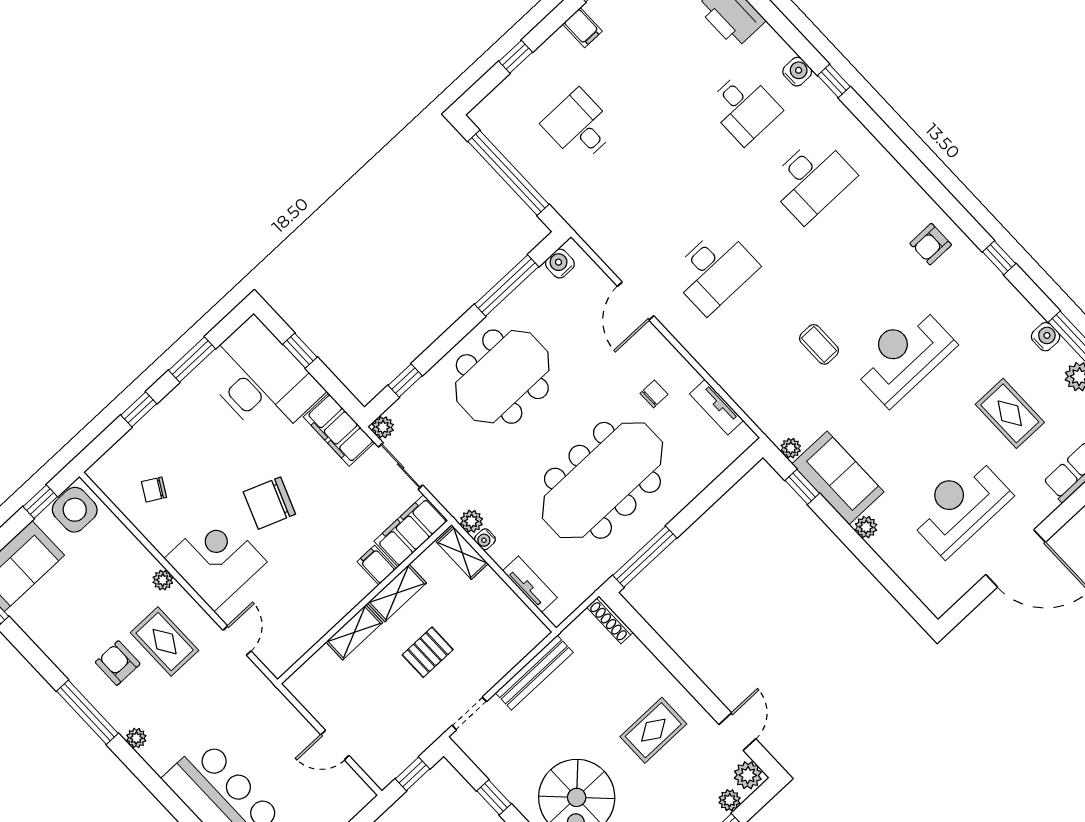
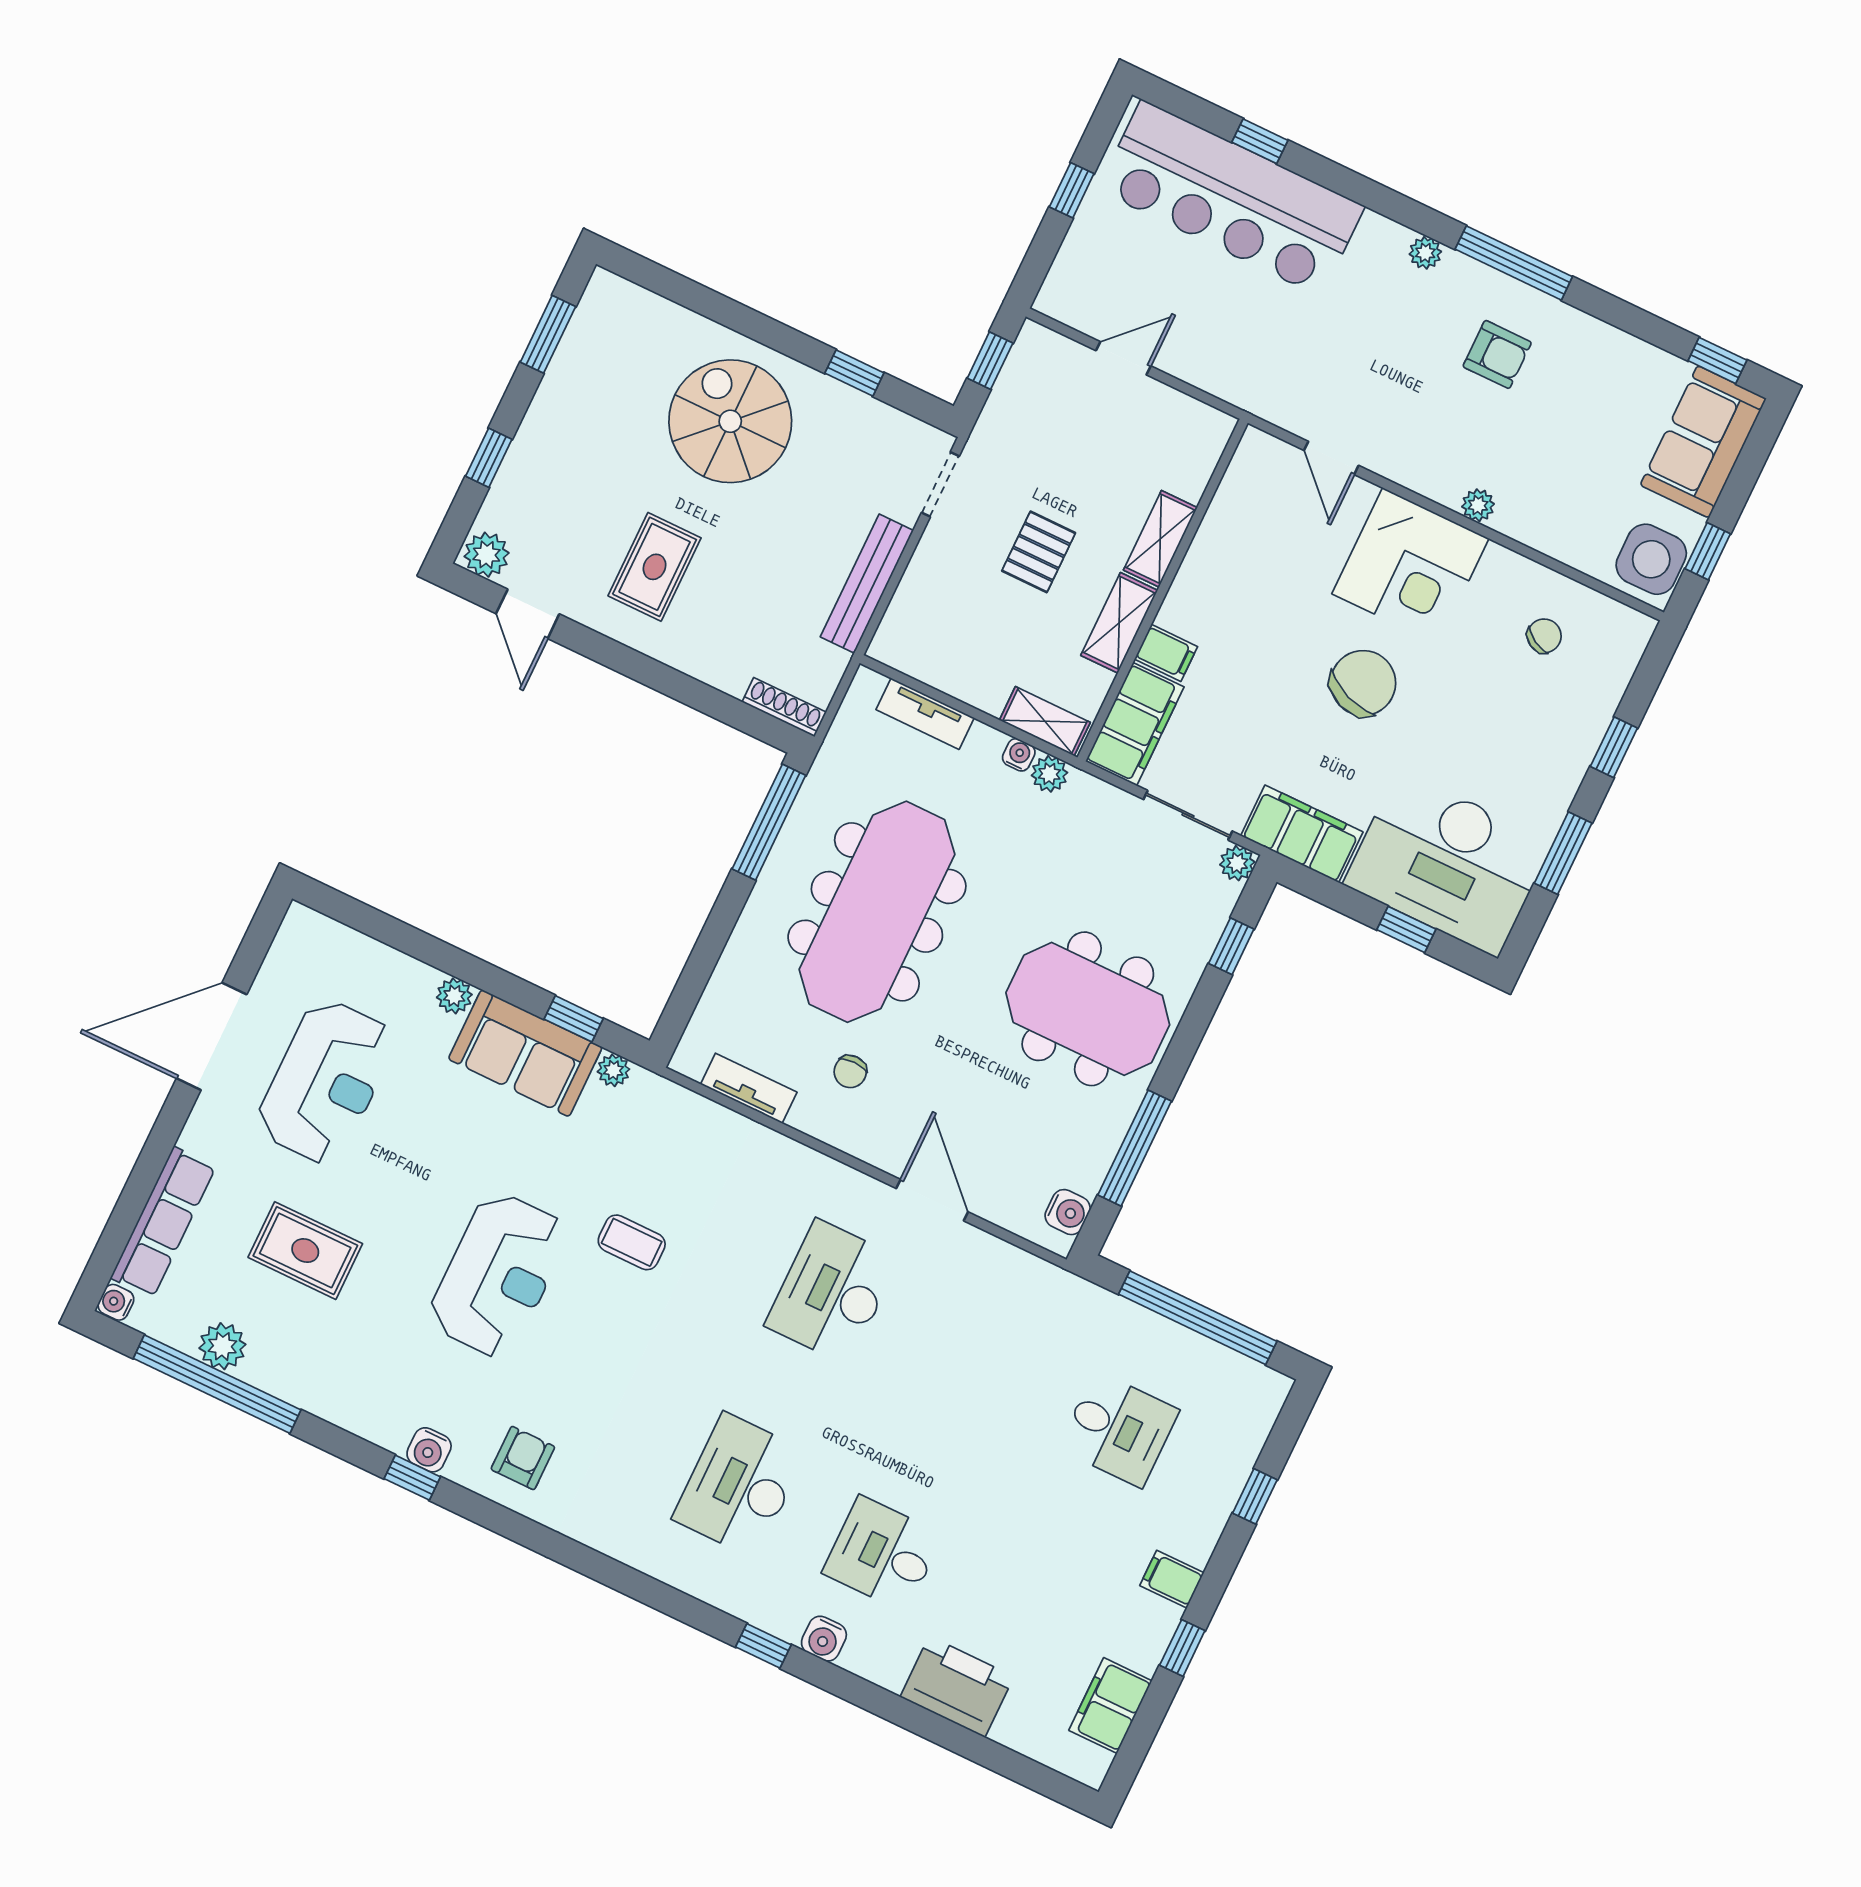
water cooler: (1046, 337) -> (429, 1450), moved
meeting table: (502, 377) -> (1088, 1009), turned 90
rug: (165, 642) -> (1439, 414), removed
plant: (730, 800) -> (499, 506), removed

